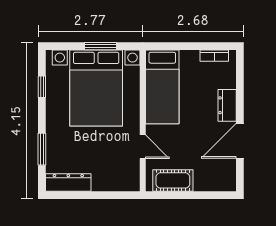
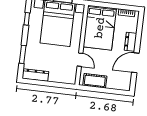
bed: (162, 87) -> (100, 28), width x1.50

